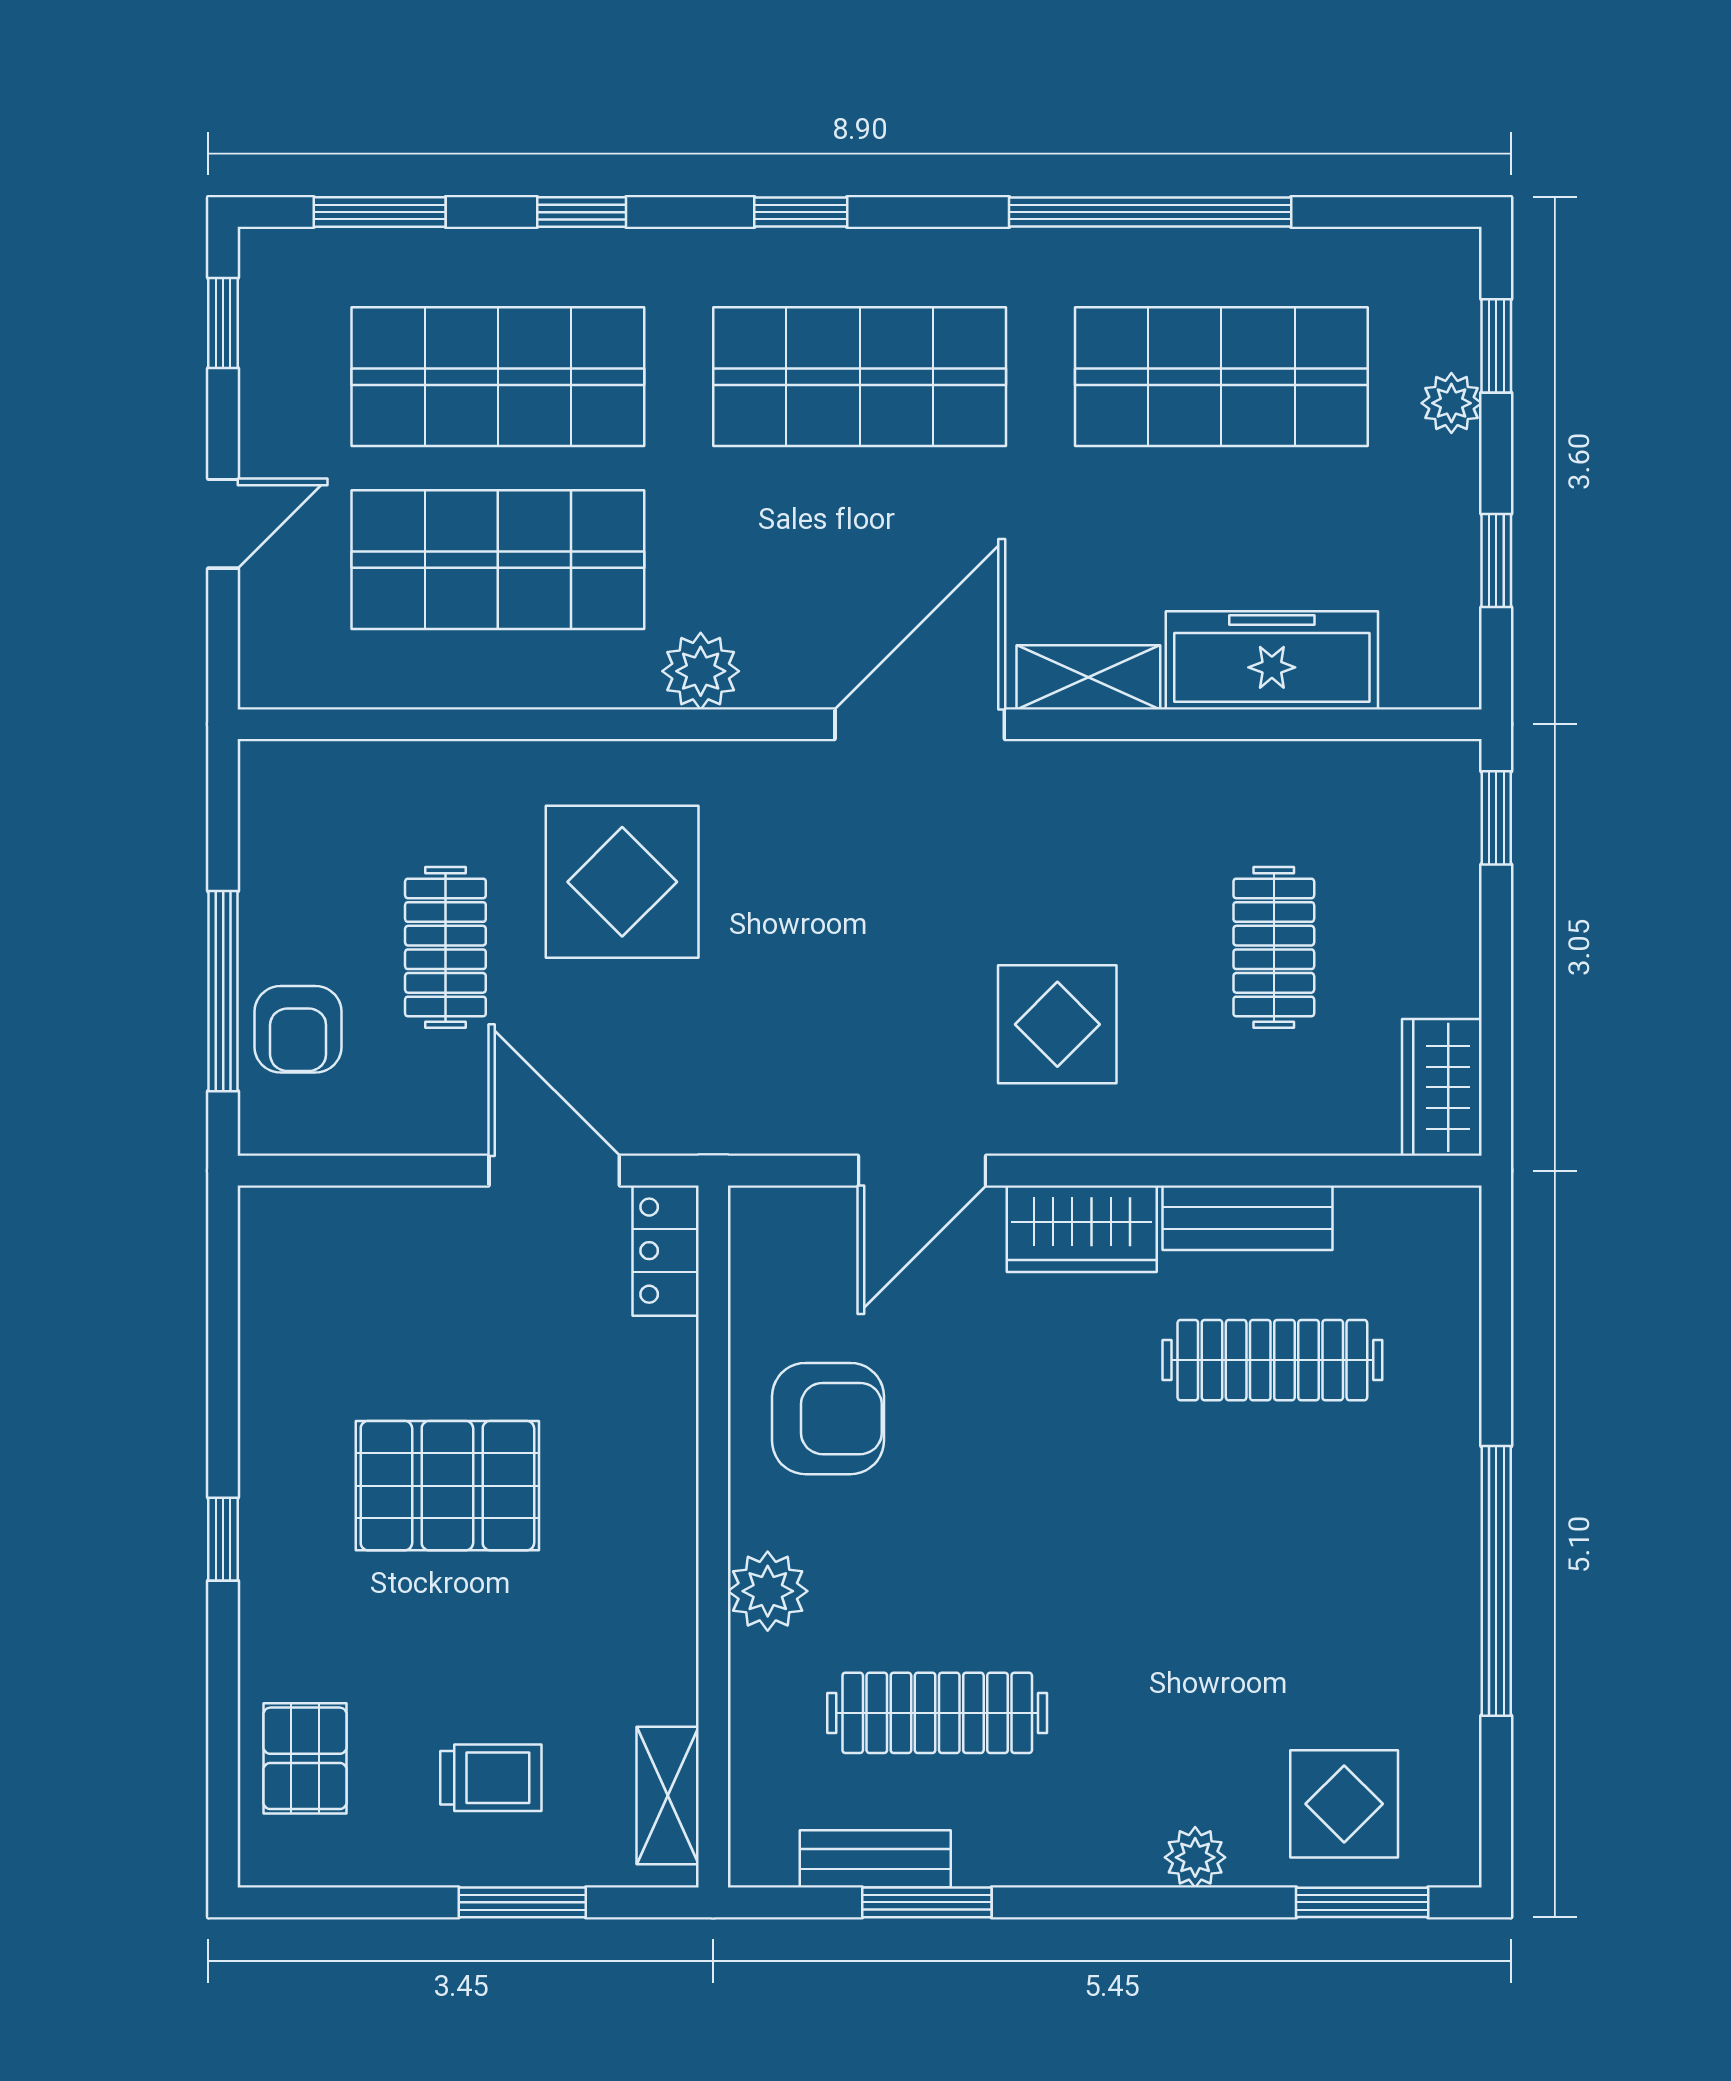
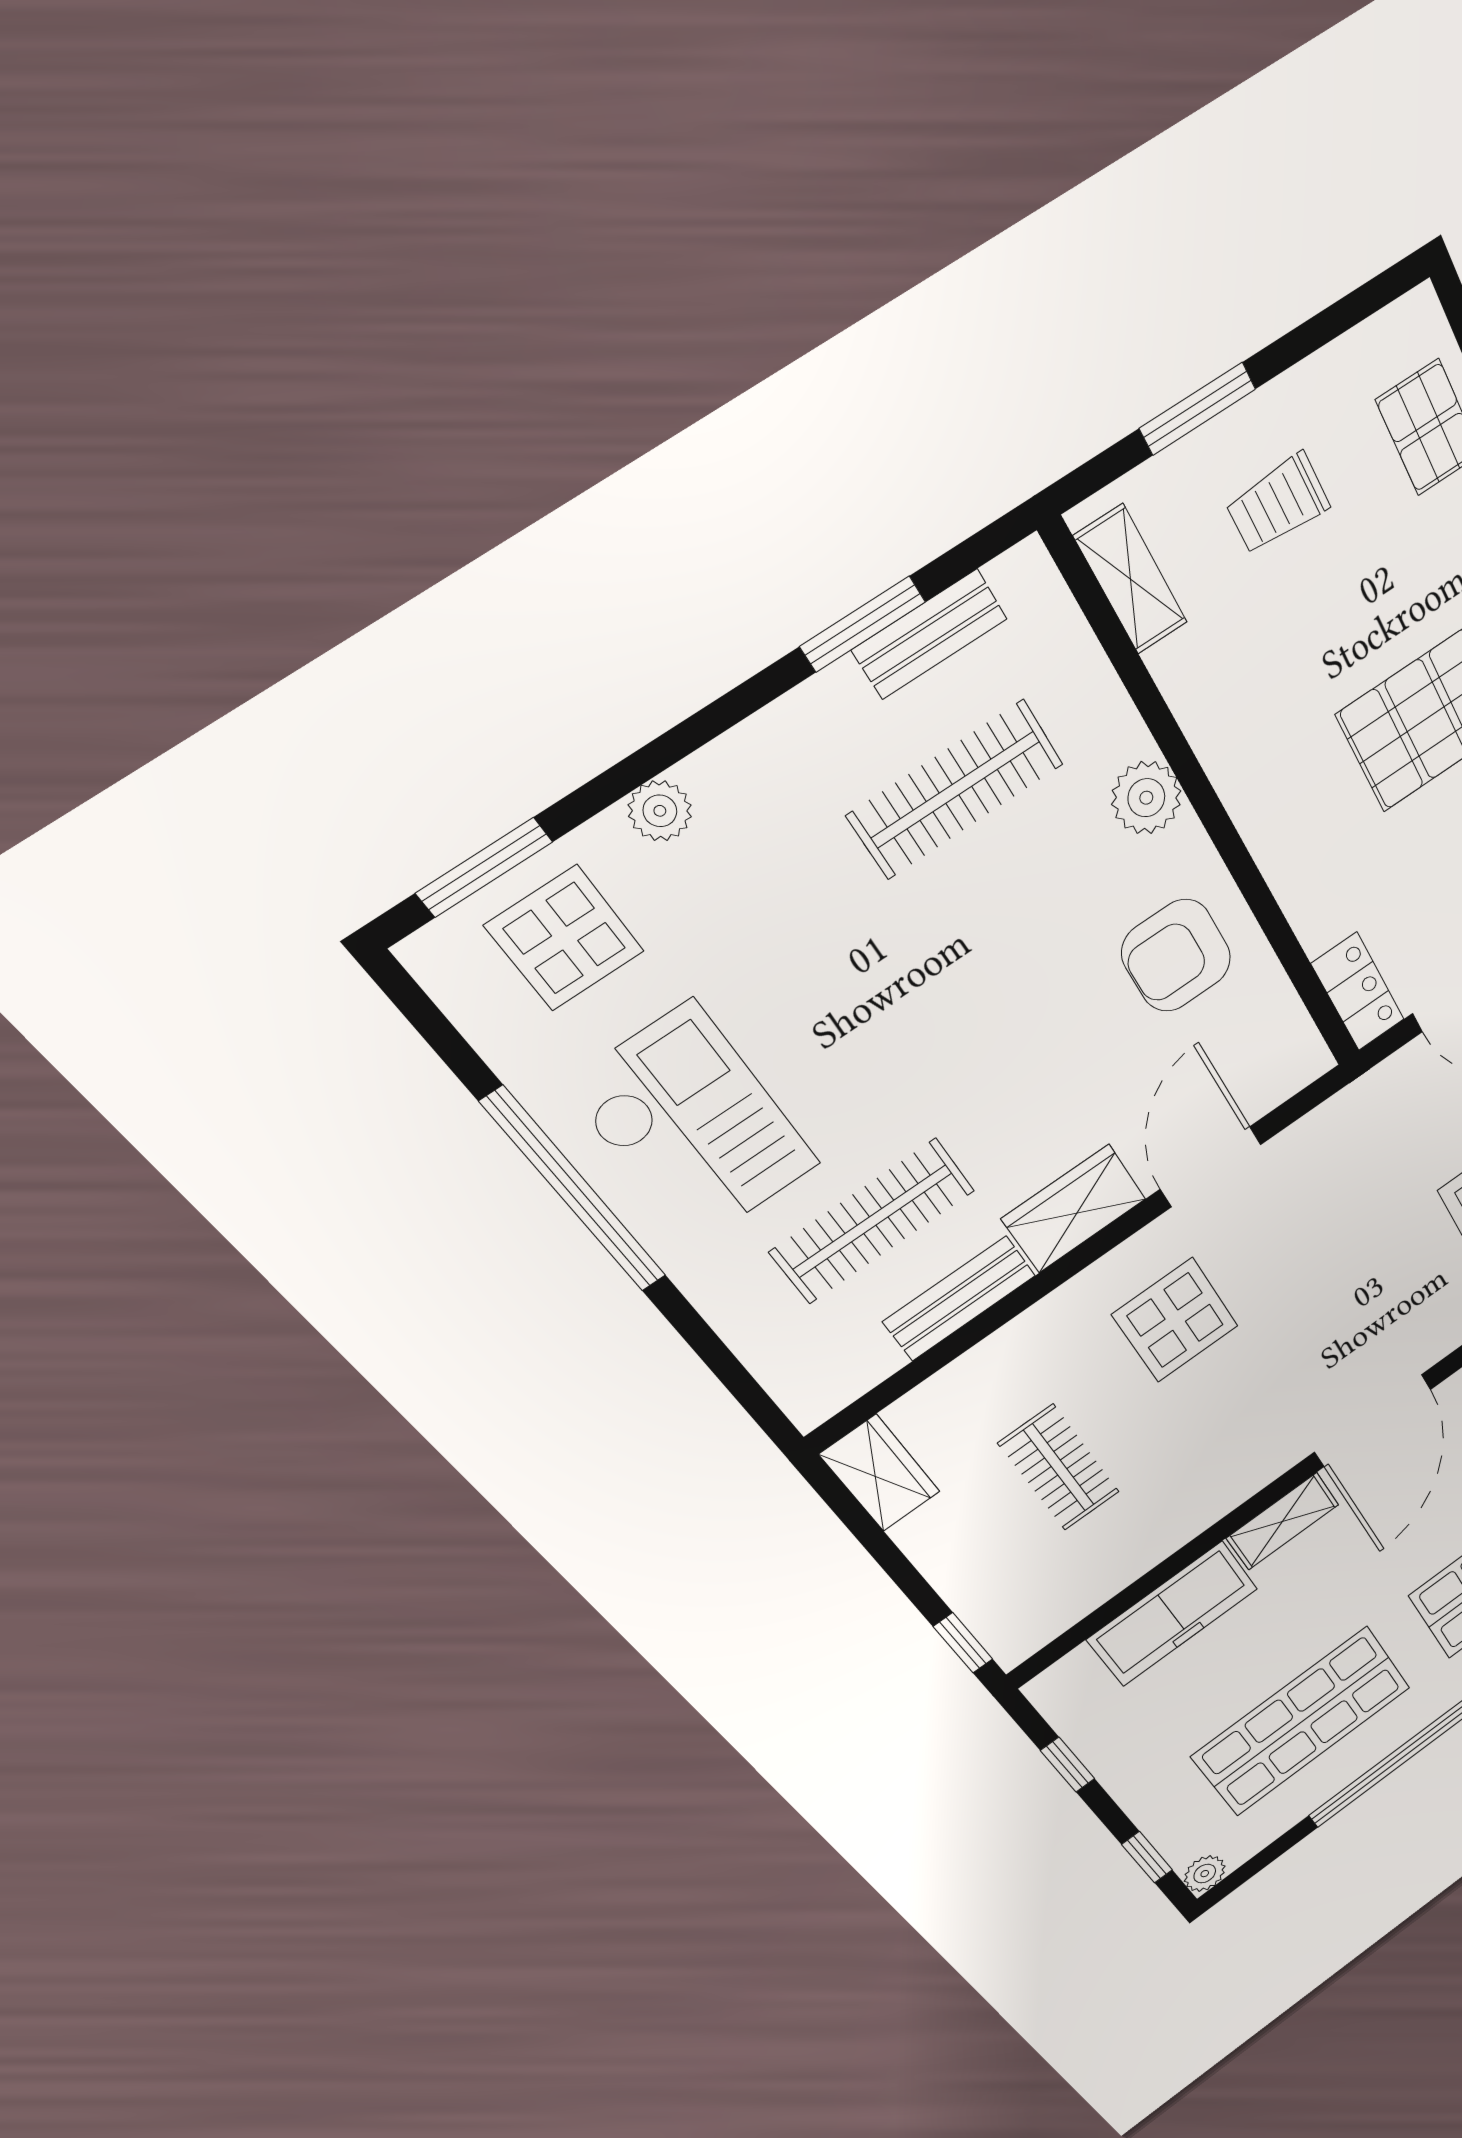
plant: (1451, 403) -> (1205, 1874), moved
checkout: (1360, 1568) -> (693, 1126), added

